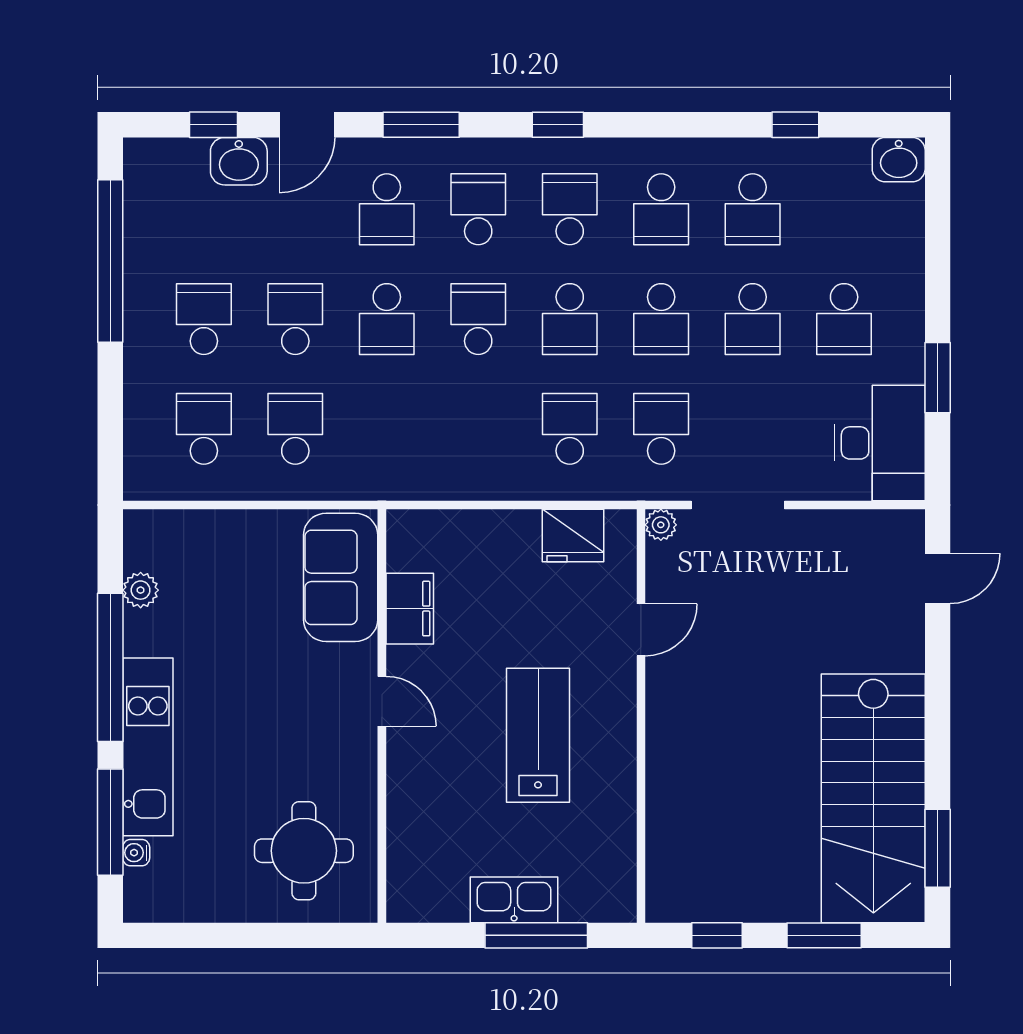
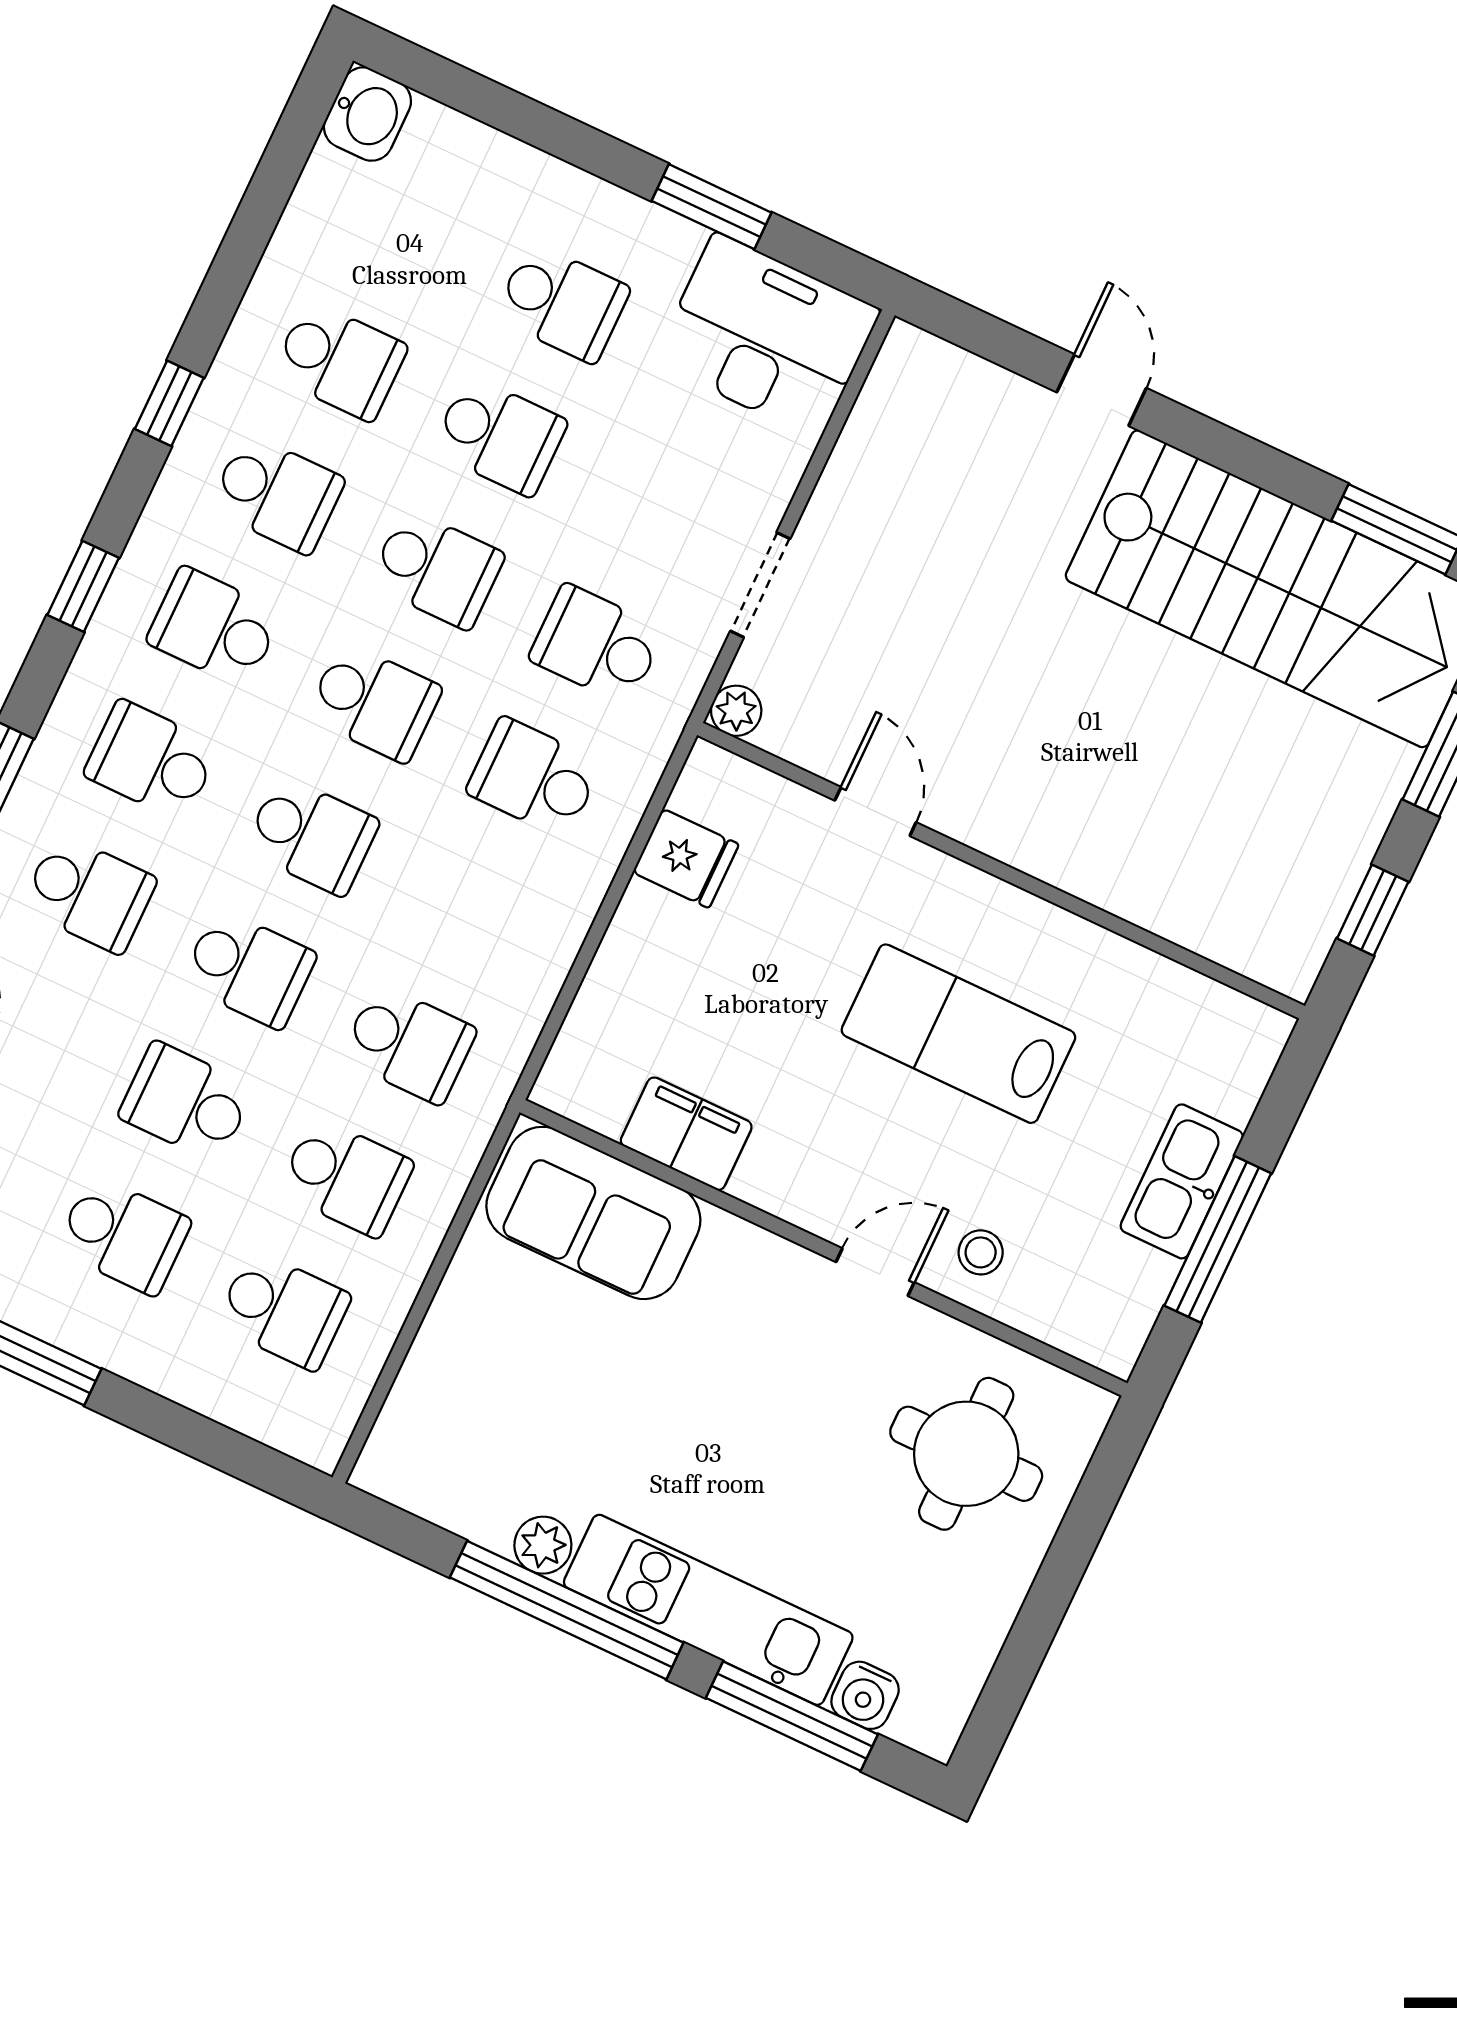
window: (795, 125) -> (169, 403), moved
school desk: (204, 319) -> (123, 1235), turned 180
school desk: (478, 319) -> (311, 836), turned 180
school desk: (204, 429) -> (283, 1310), turned 180
school desk: (295, 429) -> (346, 1177), turned 180
school desk: (387, 429) -> (409, 1044), added
doorway: (738, 505) -> (760, 585), width x0.73
fridge: (573, 536) -> (686, 858), width x0.72
door: (938, 578) -> (1102, 390), moved
plant: (141, 590) -> (543, 1545), moved
door: (382, 701) -> (875, 1272), moved
stool: (421, 806) -> (981, 1252), added
water cooler: (136, 853) -> (865, 1695), width x1.38, depth x1.38
window: (536, 935) -> (1218, 1239), moved

